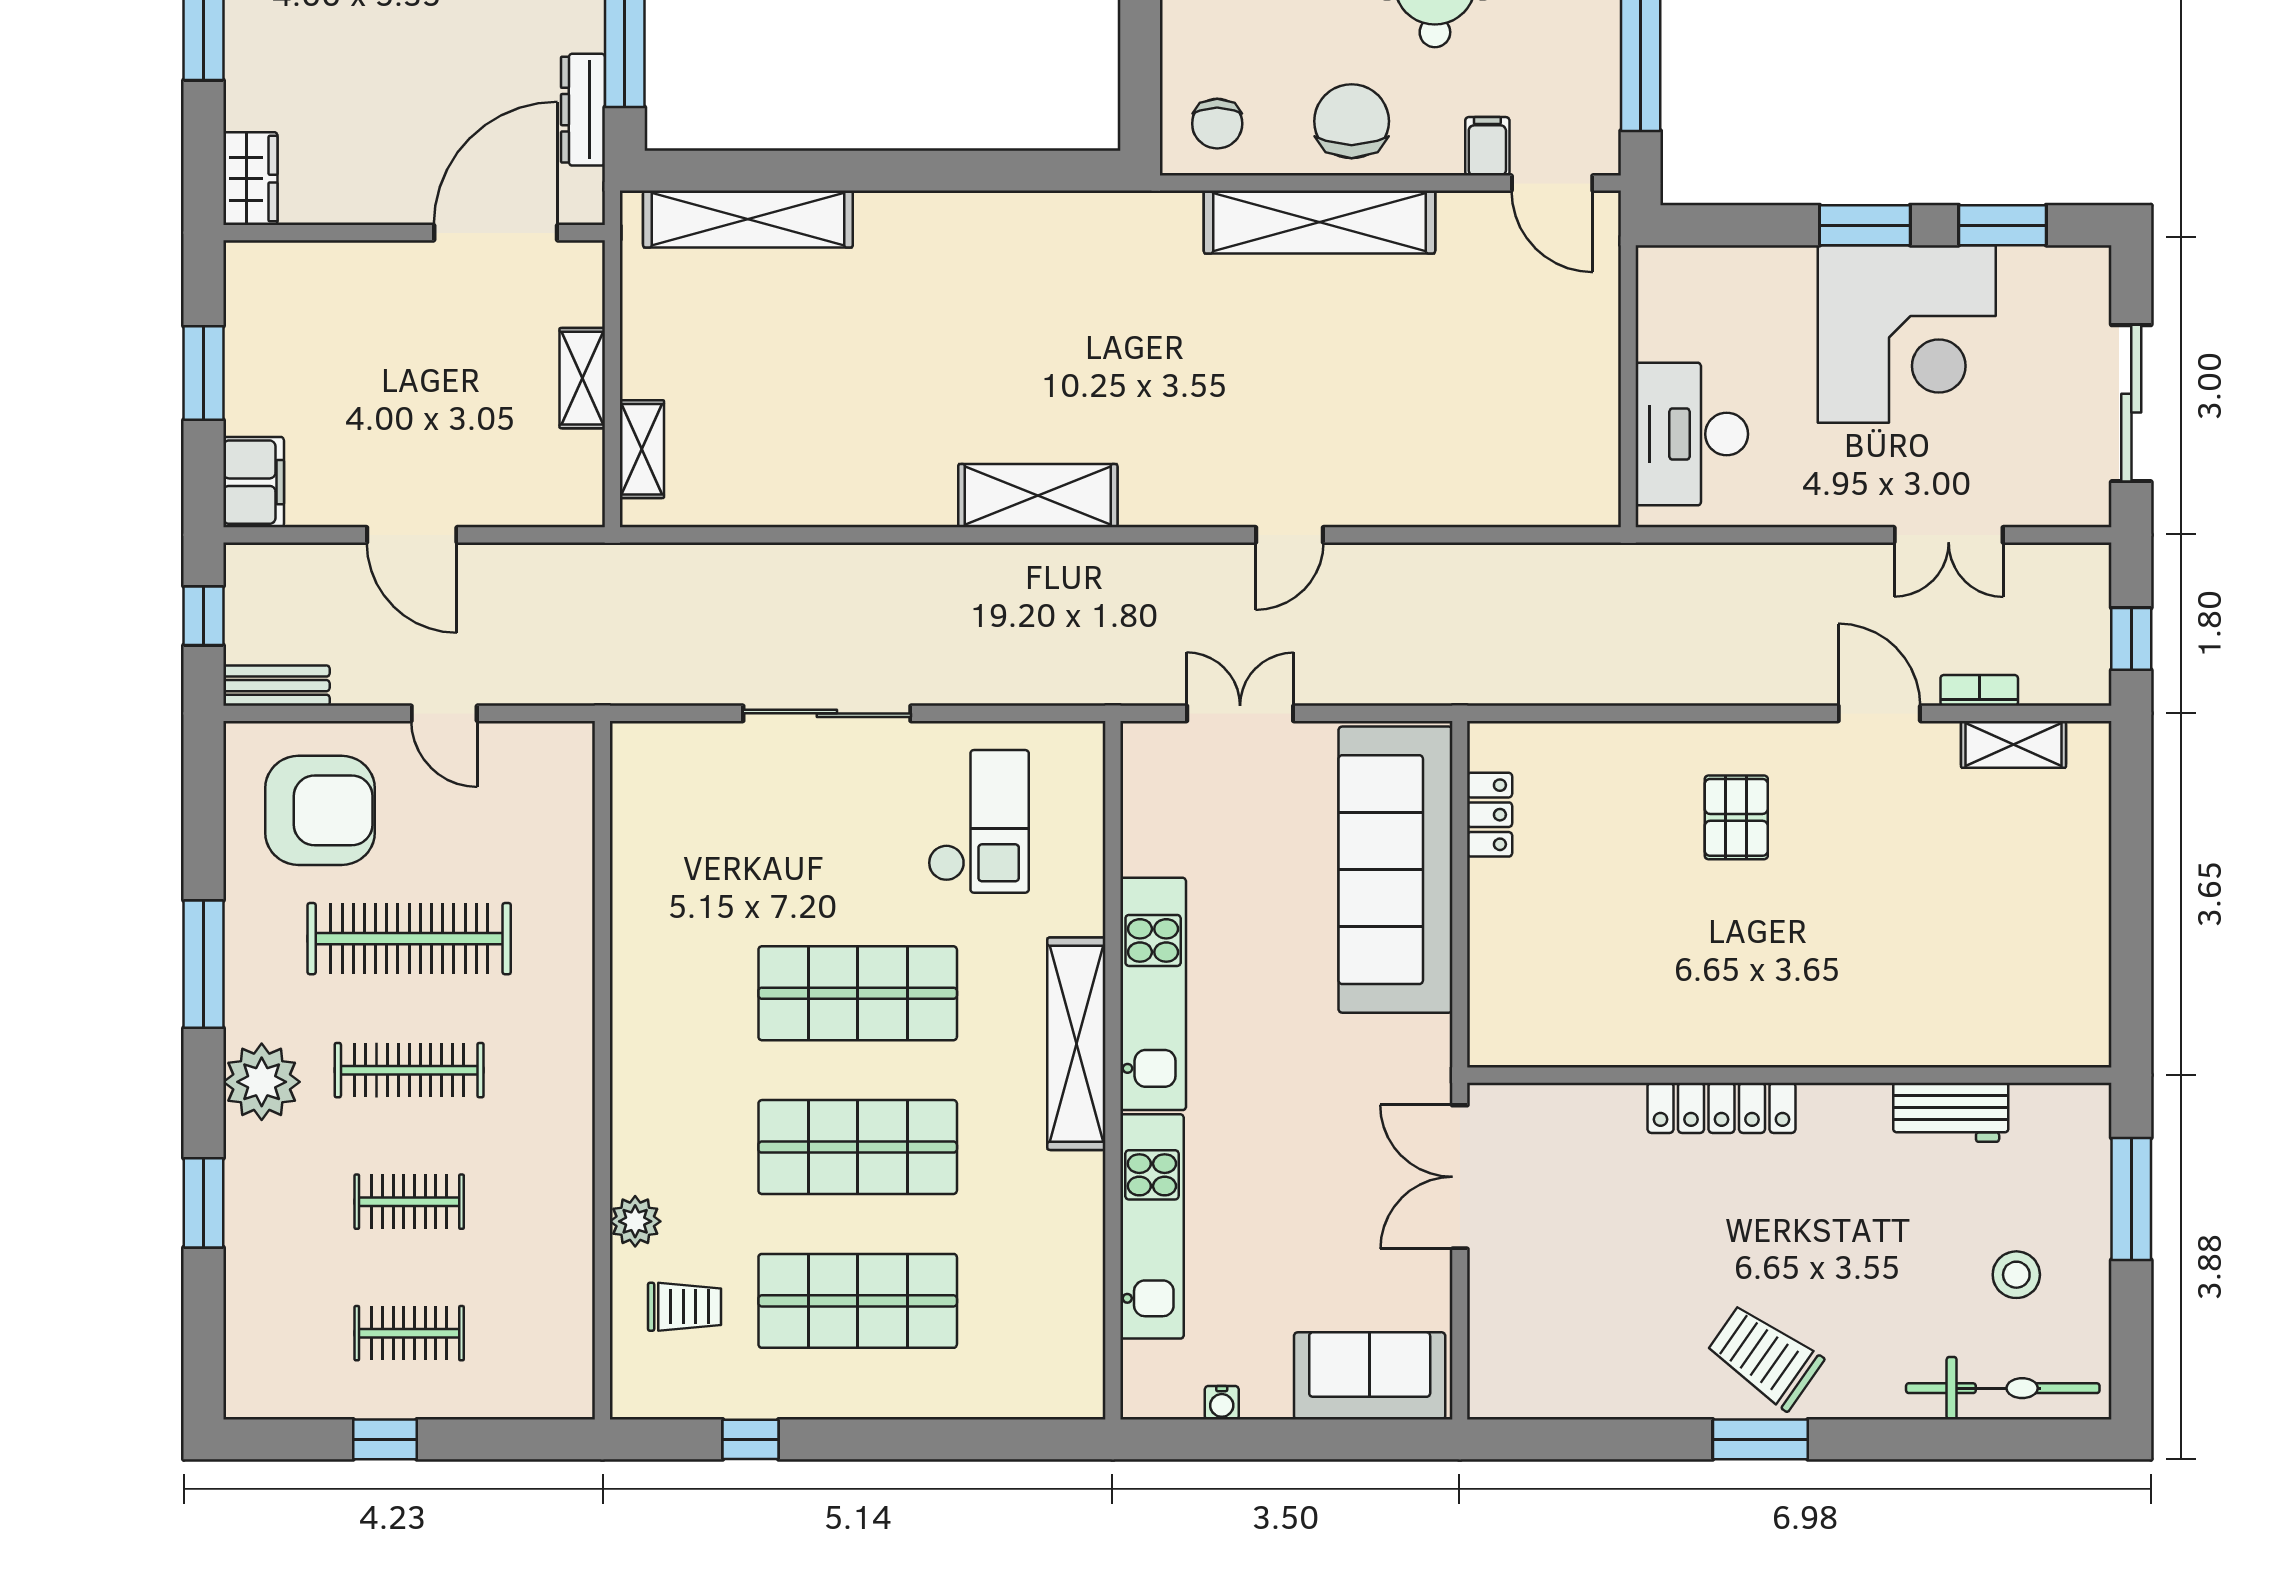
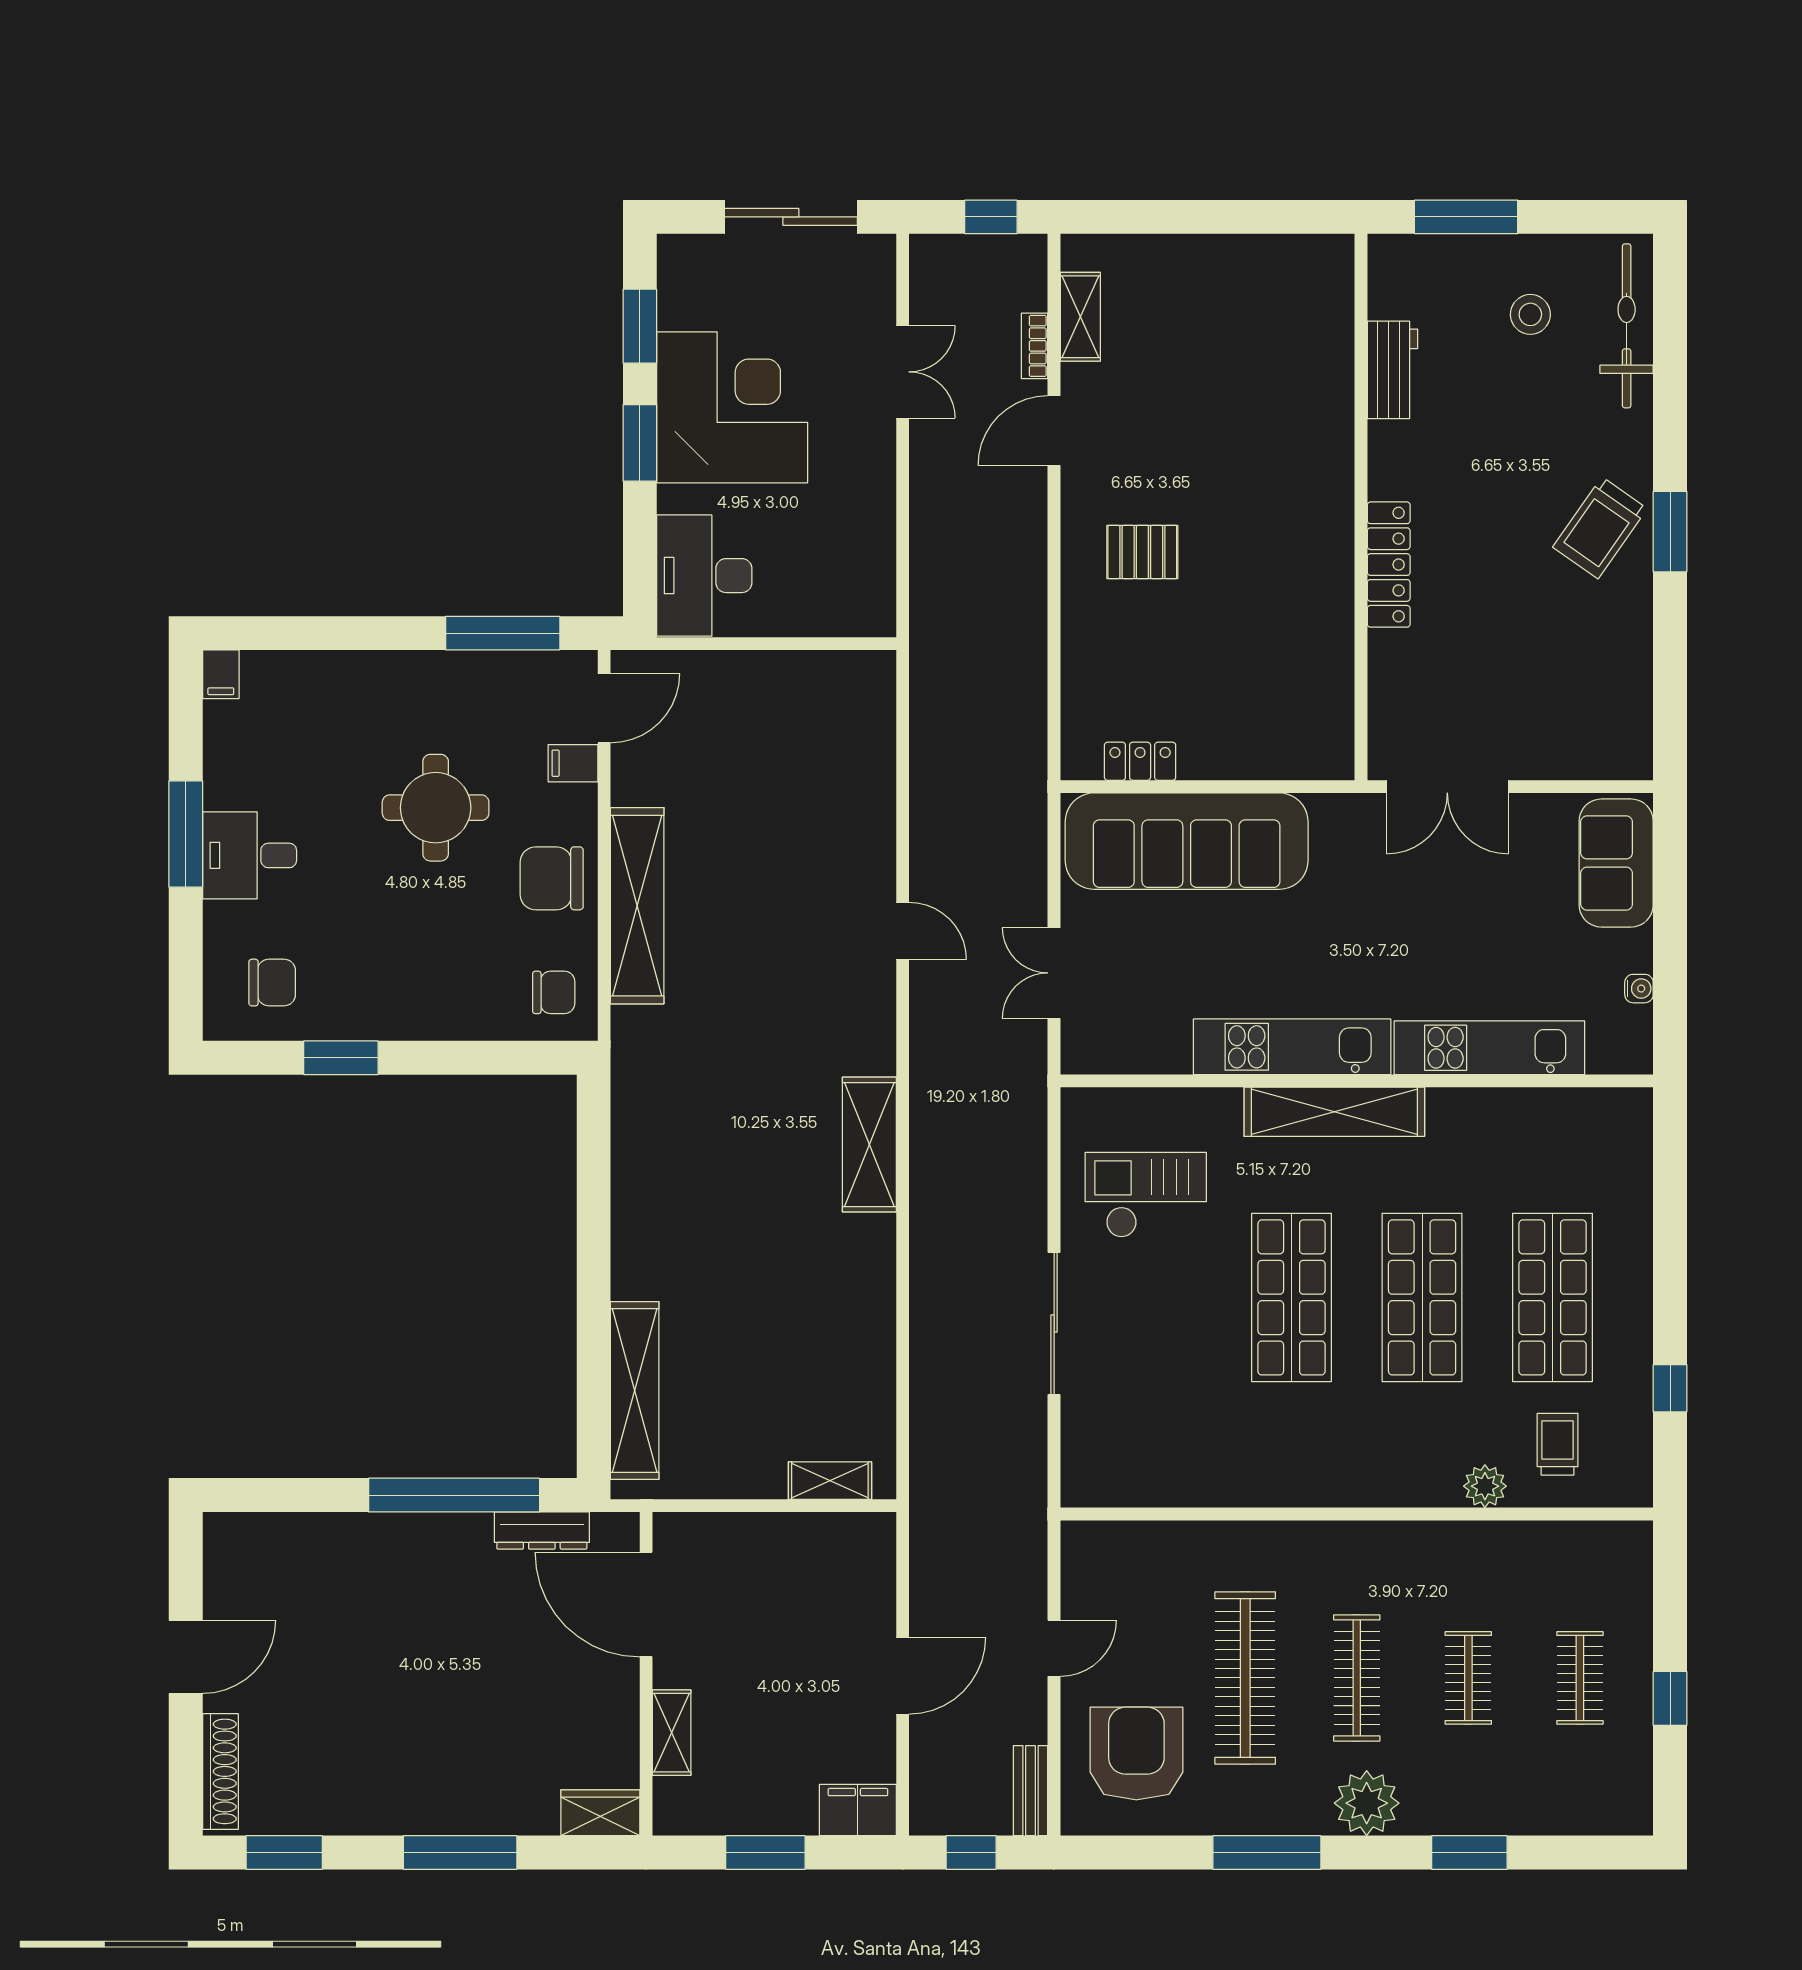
shelving: (582, 378) -> (672, 1733), moved, turned 90
desk: (1692, 434) -> (704, 576), moved, turned 90

